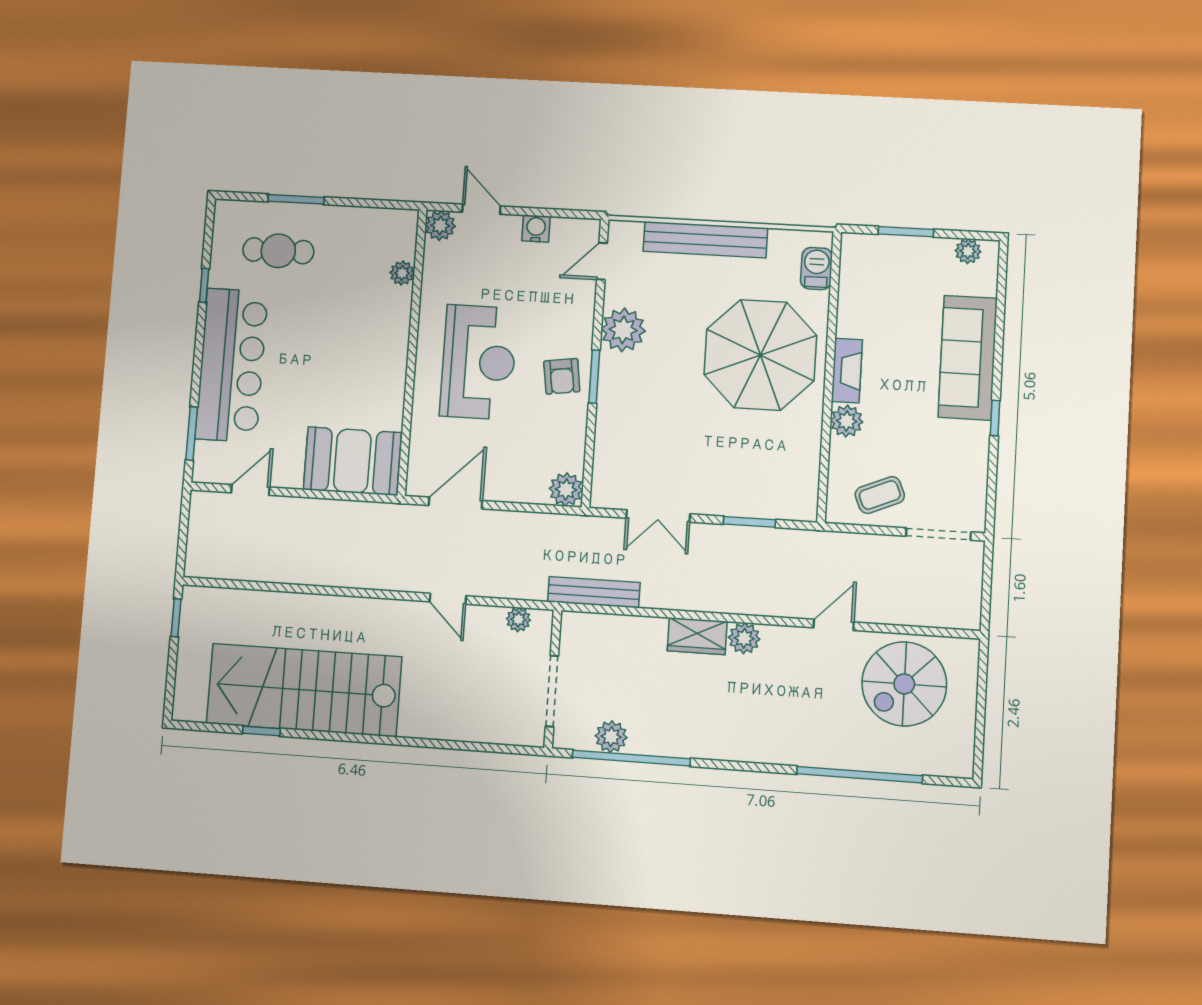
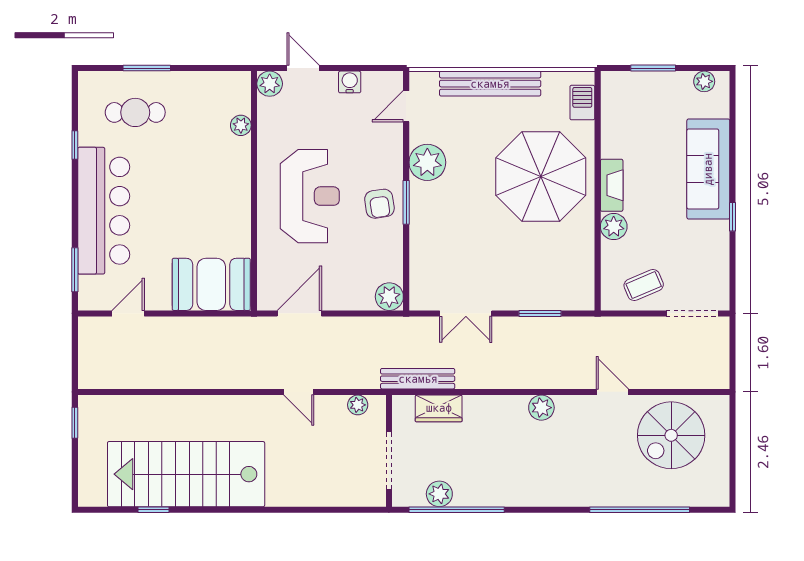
door: (834, 625) -> (612, 392), hinge flipped
wardrobe: (697, 636) -> (439, 408), moved

